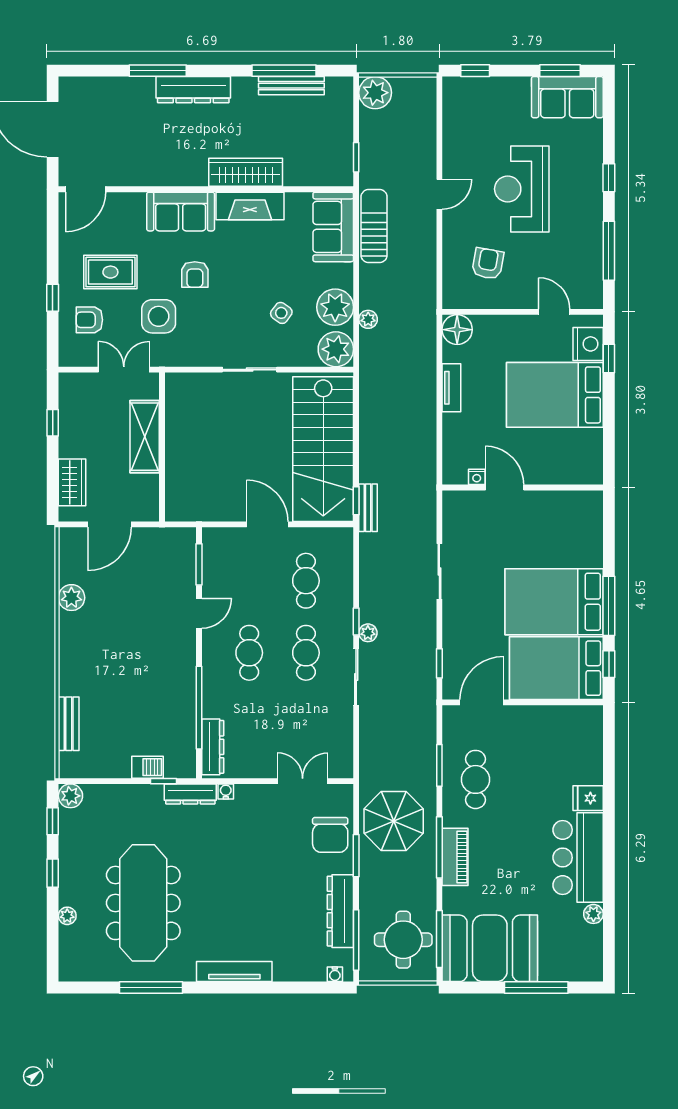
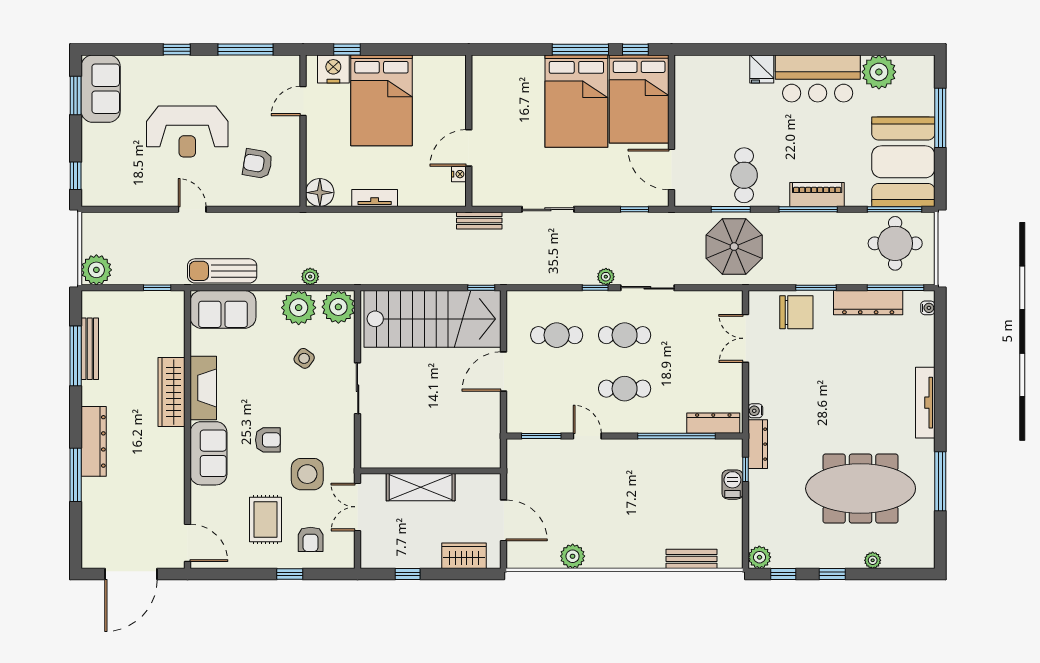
bench: (368, 508) -> (479, 221), moved
cafe table: (476, 779) -> (744, 175), turned 90
parasol: (394, 821) -> (734, 247), moved
plant: (593, 914) -> (879, 72), width x1.87, depth x1.87

